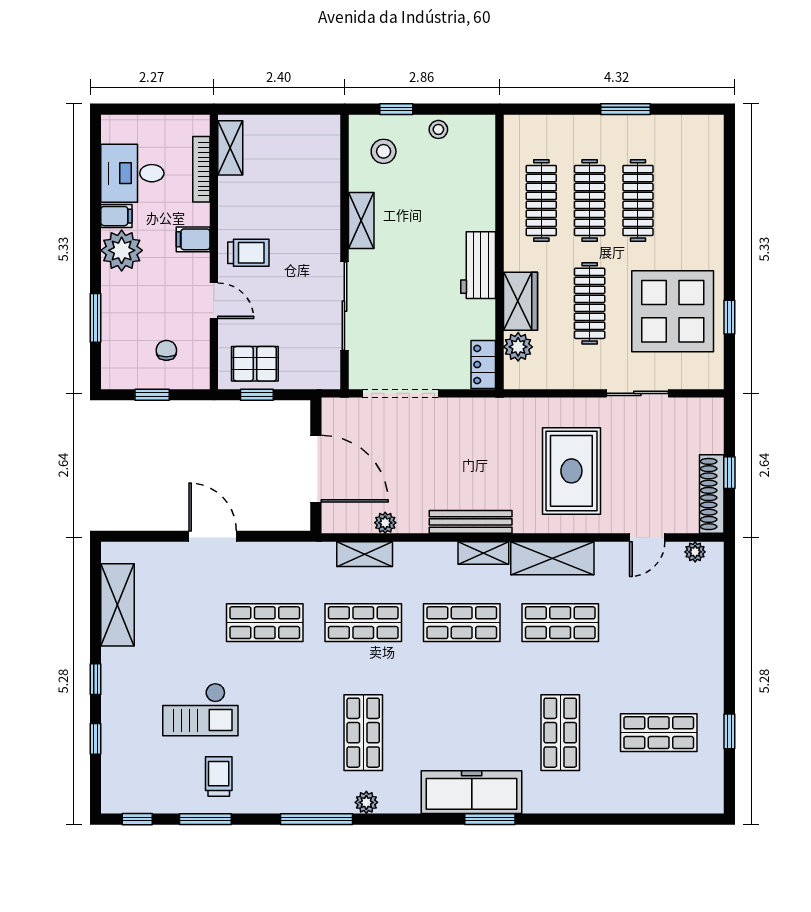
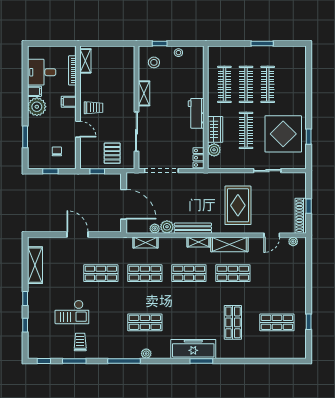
pallet: (255, 364) -> (112, 153), moved, turned 90
plant: (413, 519) -> (167, 227), added
shop shelf: (363, 733) -> (145, 322), turned 90

